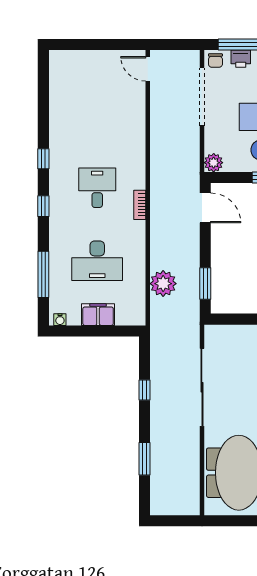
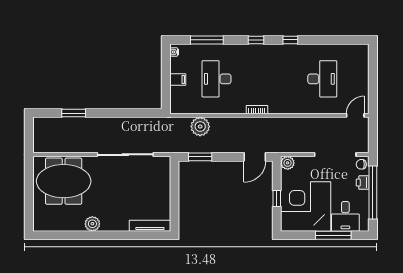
desk: (97, 188) -> (322, 79), moved, width x1.37
filing cabinet: (98, 315) -> (178, 79), width x0.50
window: (145, 390) -> (123, 113), removed

